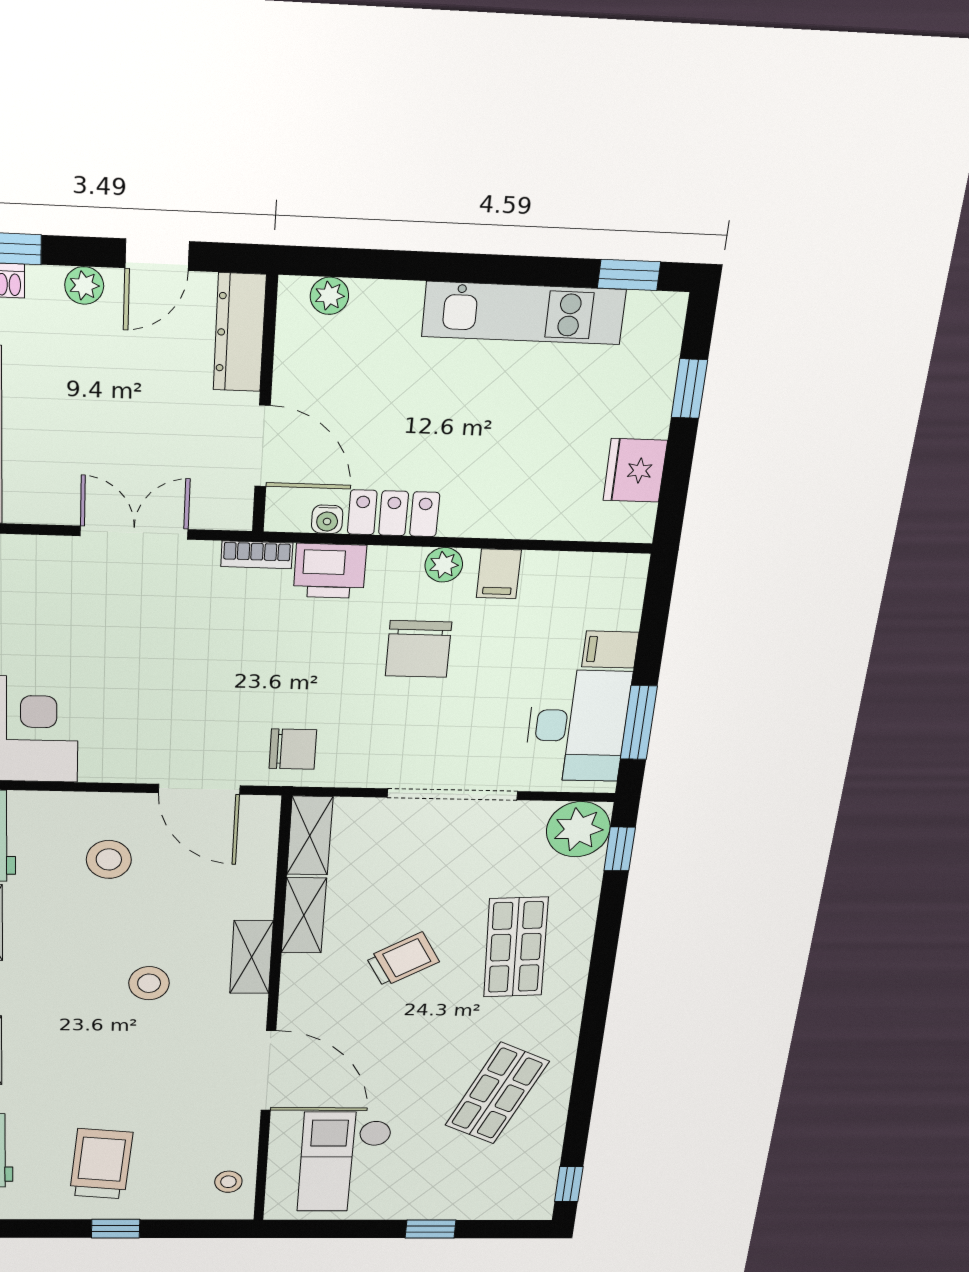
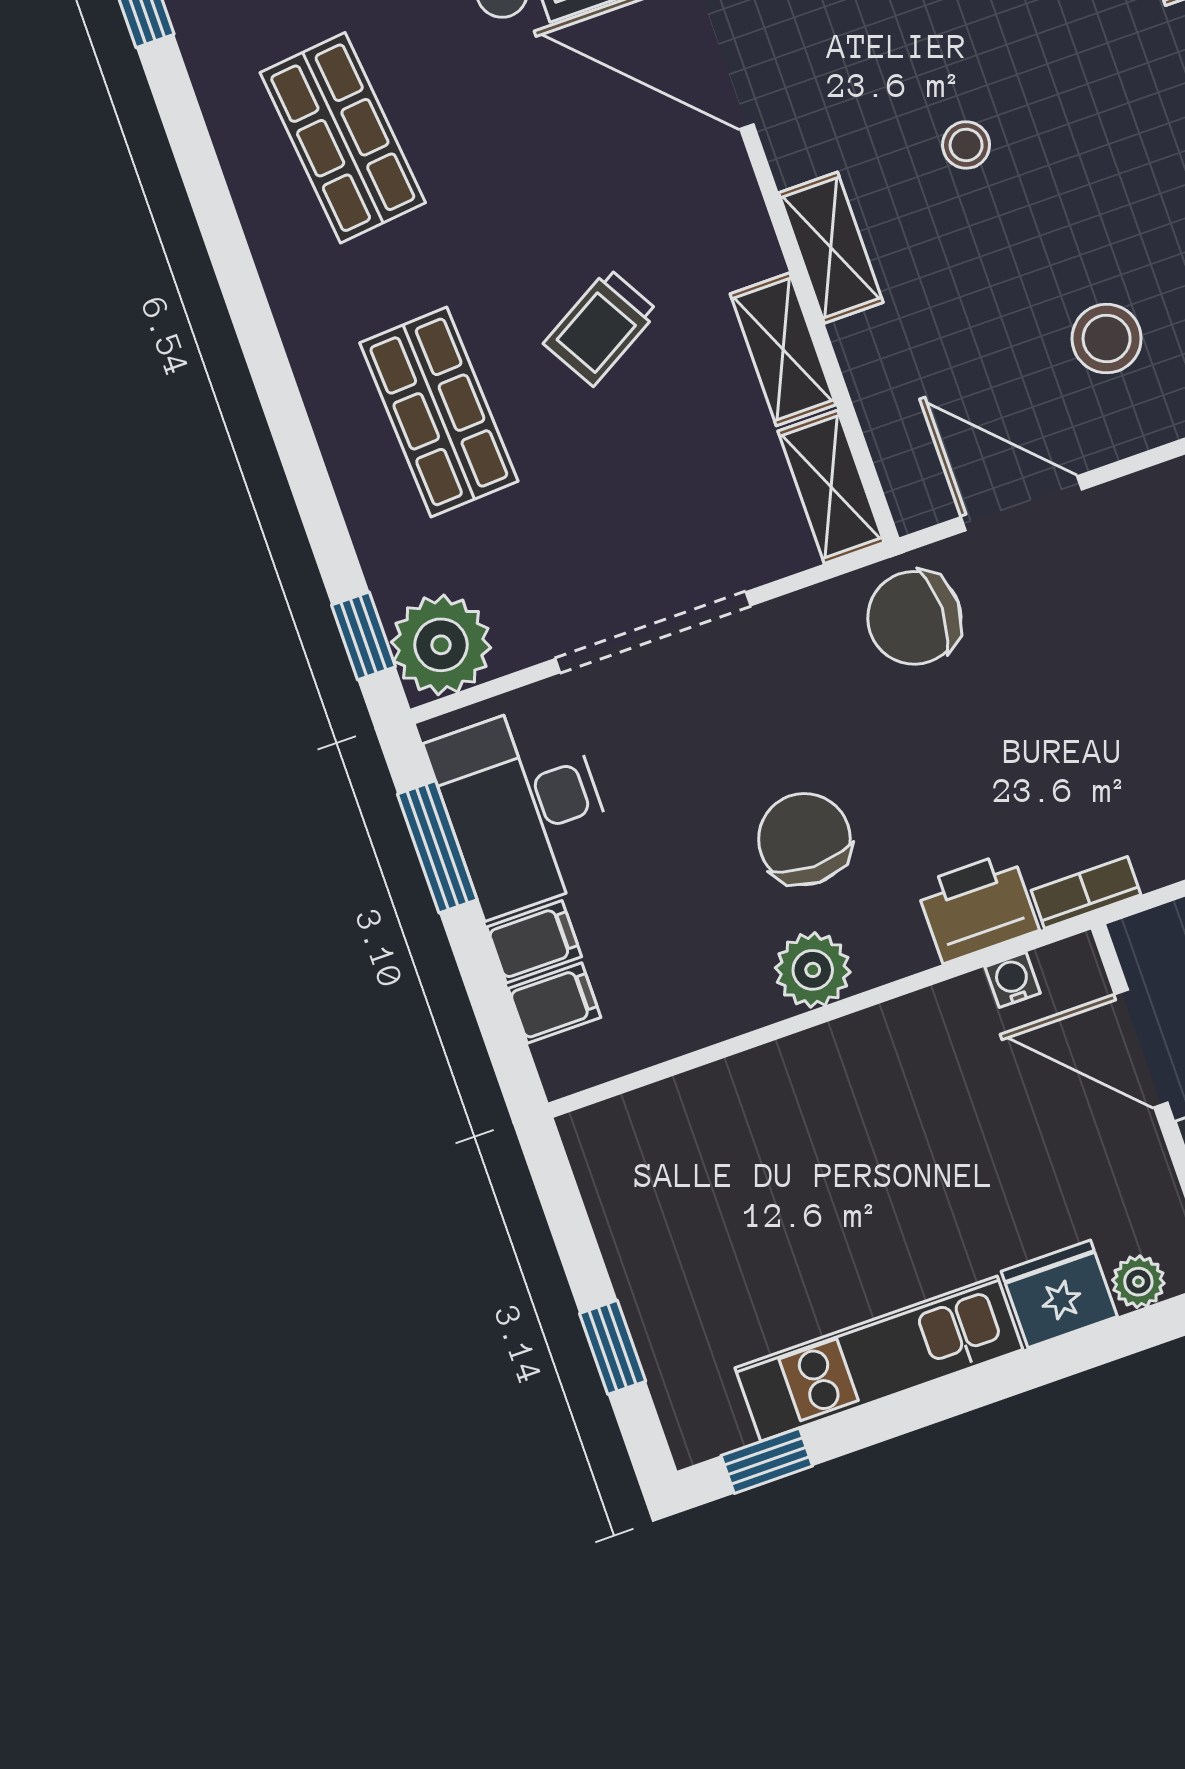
fridge: (635, 470) -> (1059, 1294), moved, turned -90
locker: (394, 513) -> (927, 1023), removed
plant: (444, 565) -> (813, 970), width x1.38, depth x1.38
filing cabinet: (499, 574) -> (555, 1003), moved, turned 90
chair: (293, 749) -> (914, 618), width x1.37, depth x1.37
stool: (149, 983) -> (966, 145), width x0.73, depth x0.73
shop shelf: (497, 1093) -> (343, 138), turned -30

